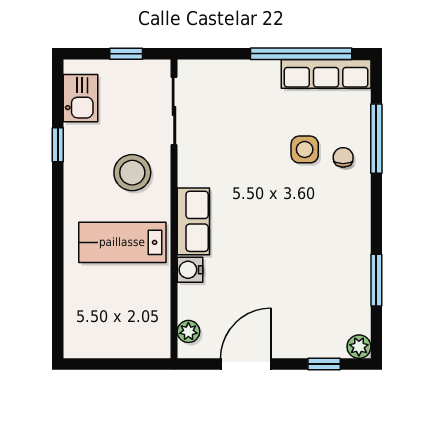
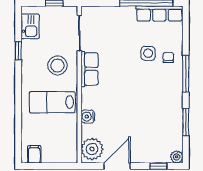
window: (376, 139) -> (186, 74), moved
row of seats: (193, 221) -> (89, 69), moved
plant: (188, 331) -> (92, 149), width x1.87, depth x1.87
filing cabinet: (88, 342) -> (34, 154), added

